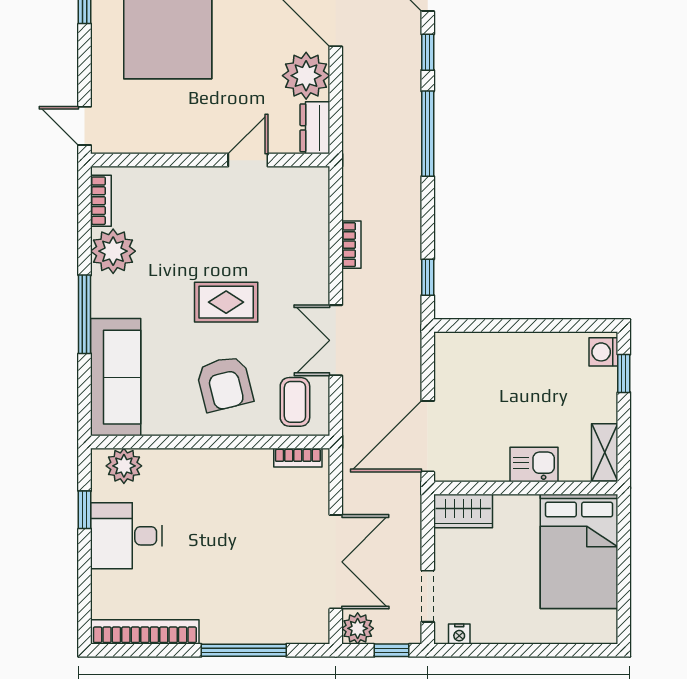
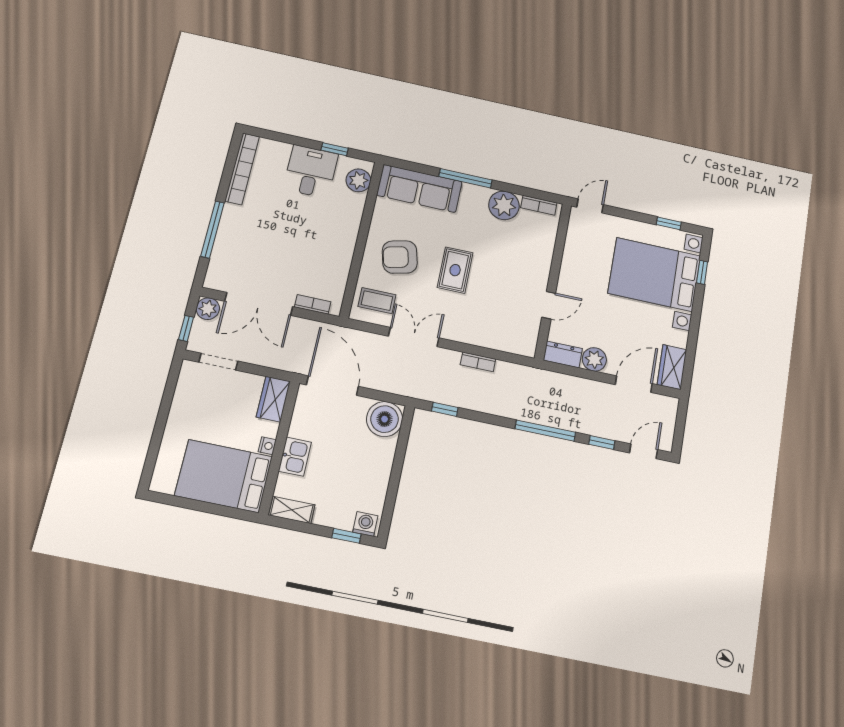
plant: (306, 76) -> (594, 359), width x0.73, depth x0.73
door: (248, 160) -> (549, 305), hinge flipped
boiler: (458, 356) -> (385, 419), added
bookcase: (298, 458) -> (313, 304), moved, turned 90
nightstand: (459, 634) -> (267, 446), moved, turned 180

